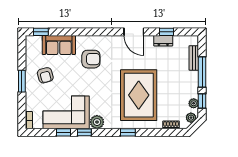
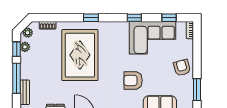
armchair: (91, 59) -> (133, 80), moved
armchair: (45, 75) -> (182, 68), moved
window: (22, 81) -> (197, 90), moved
plant: (97, 122) -> (122, 28), removed
window: (64, 132) -> (169, 18), moved

